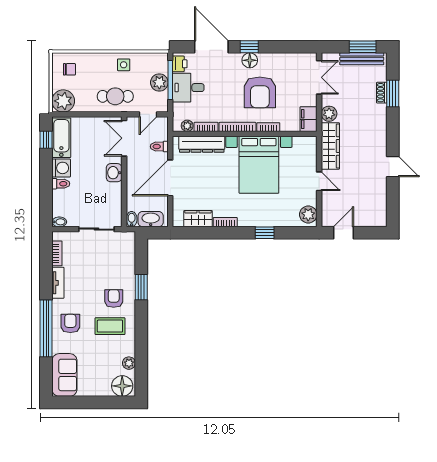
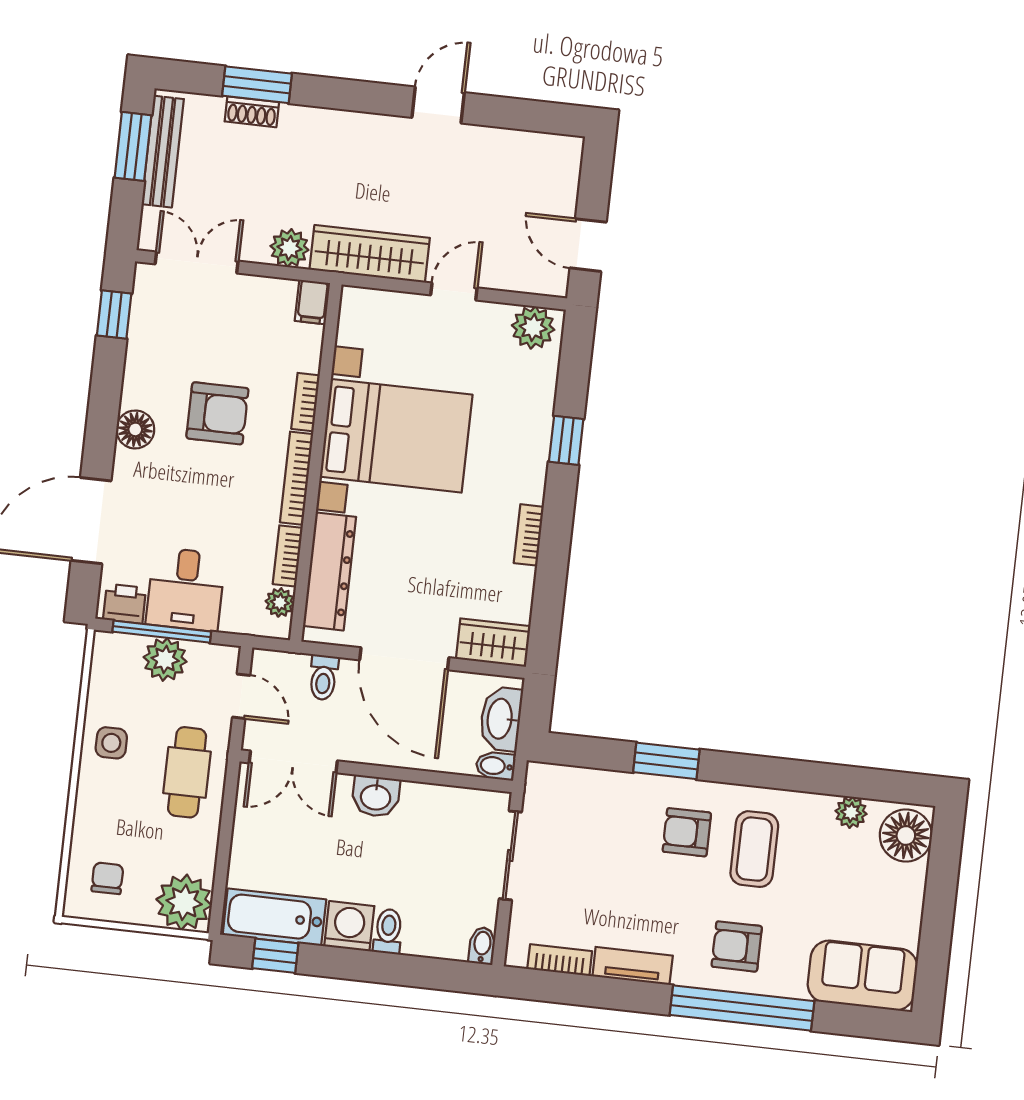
window: (249, 47) -> (114, 314), moved
armchair: (260, 92) -> (217, 413), width x0.73, depth x0.73
filing cabinet: (309, 119) -> (312, 302), width x0.50
wardrobe: (198, 219) -> (493, 643), moved, turned 90

